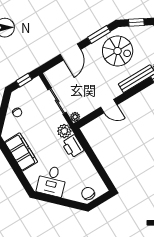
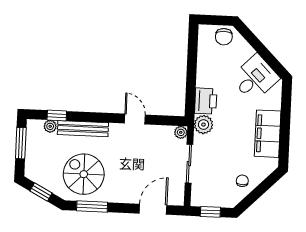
door: (70, 52) -> (153, 209), moved

